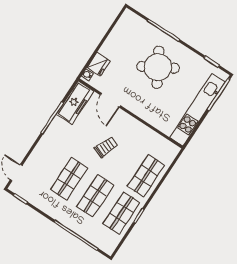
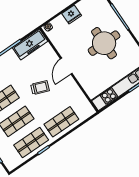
fridge: (99, 64) -> (72, 14), moved
round table: (158, 67) -> (104, 43), turned 30
door: (110, 100) -> (66, 66), moved

